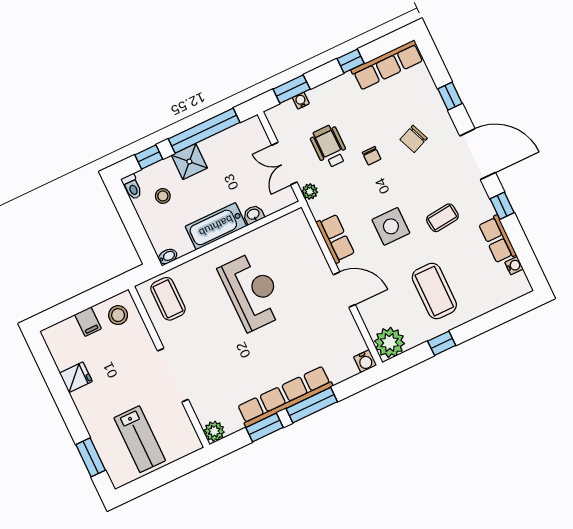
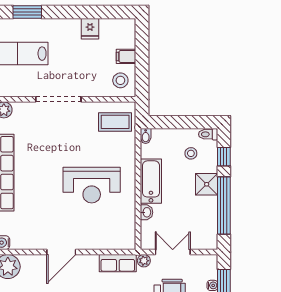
row of seats: (335, 238) -> (118, 263), moved

